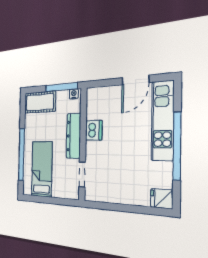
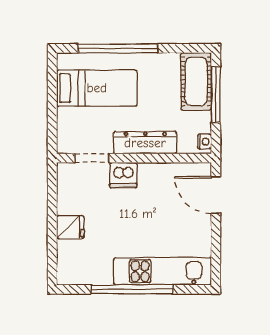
door: (135, 80) -> (216, 195), moved
window: (61, 87) -> (216, 95), moved
dishwasher: (94, 130) -> (123, 175), moved
fridge: (162, 199) -> (70, 227), moved, turned 90

